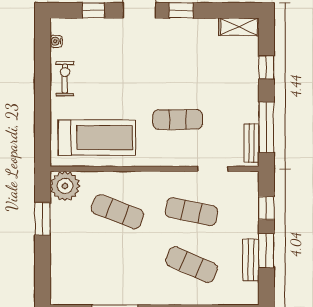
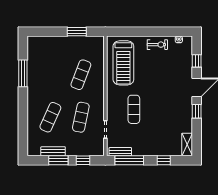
plant: (65, 186) -> (96, 45), removed

